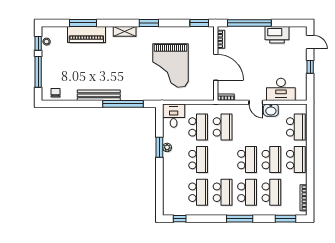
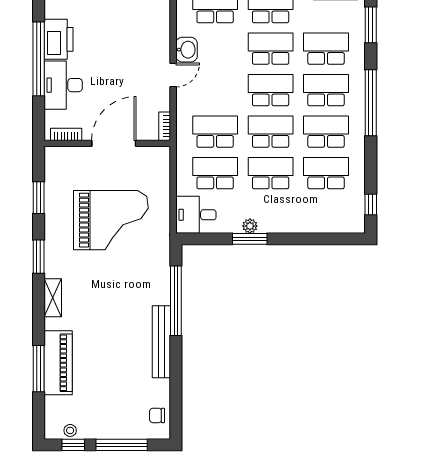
window: (199, 23) -> (39, 198), moved
window: (249, 23) -> (39, 59), moved
desk: (281, 89) -> (63, 85), moved, turned 180
school desk: (223, 160) -> (271, 132), added
window: (240, 219) -> (371, 103), width x1.46

